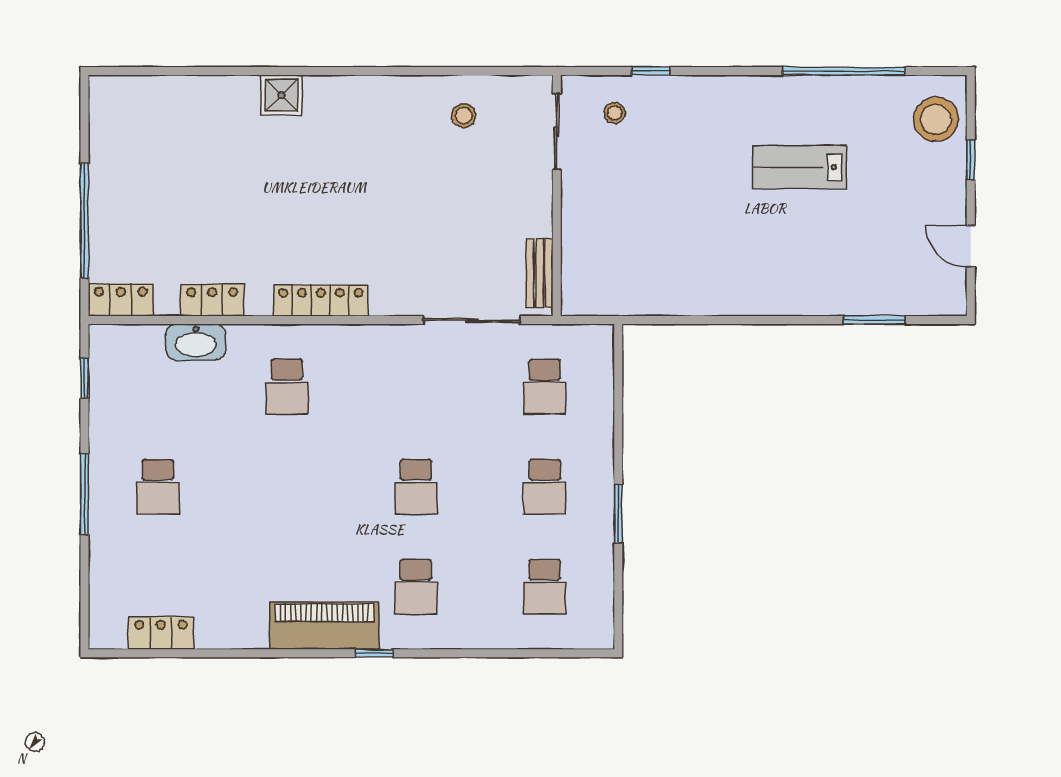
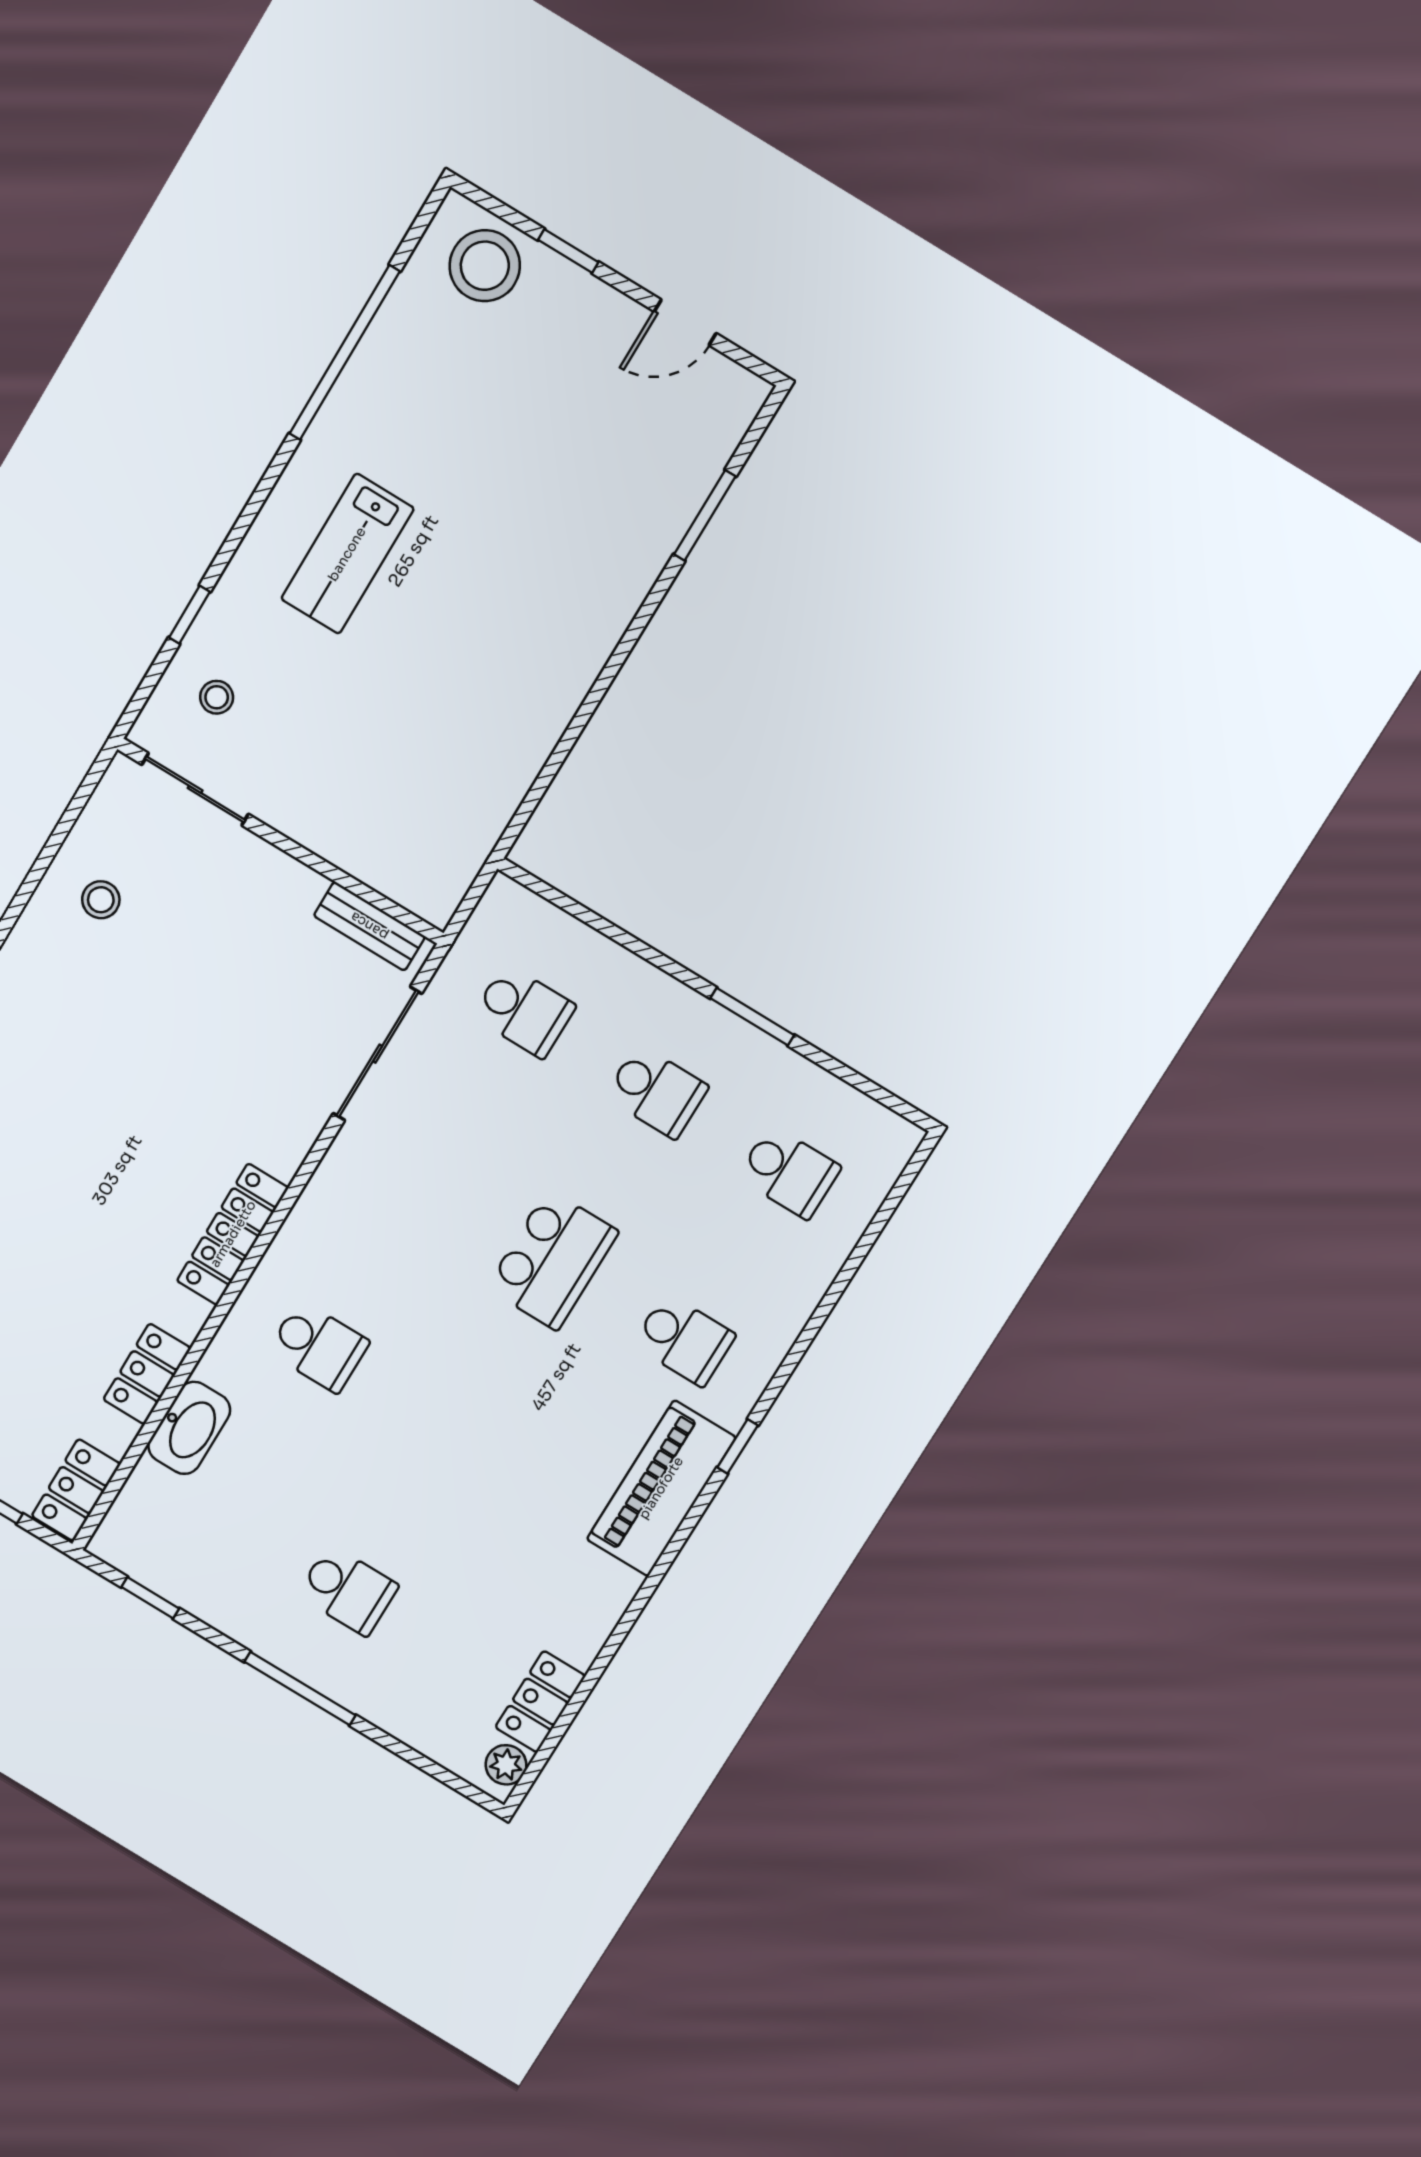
lab bench: (799, 167) -> (347, 554), moved
school desk: (416, 487) -> (552, 1260), width x1.85
plant: (113, 636) -> (506, 1765), added

